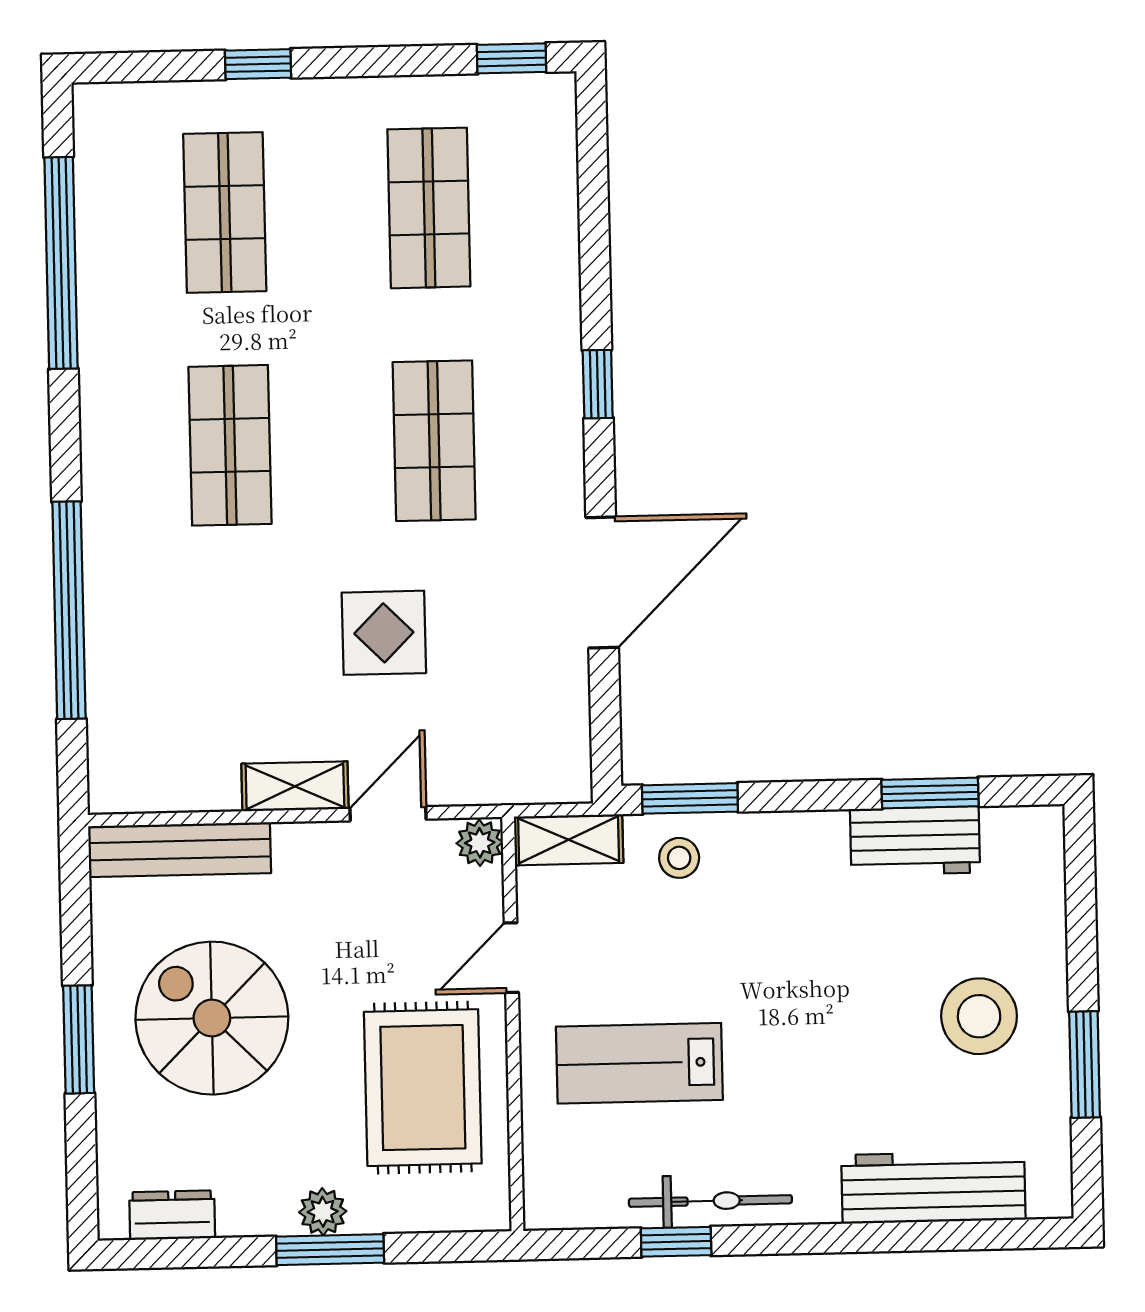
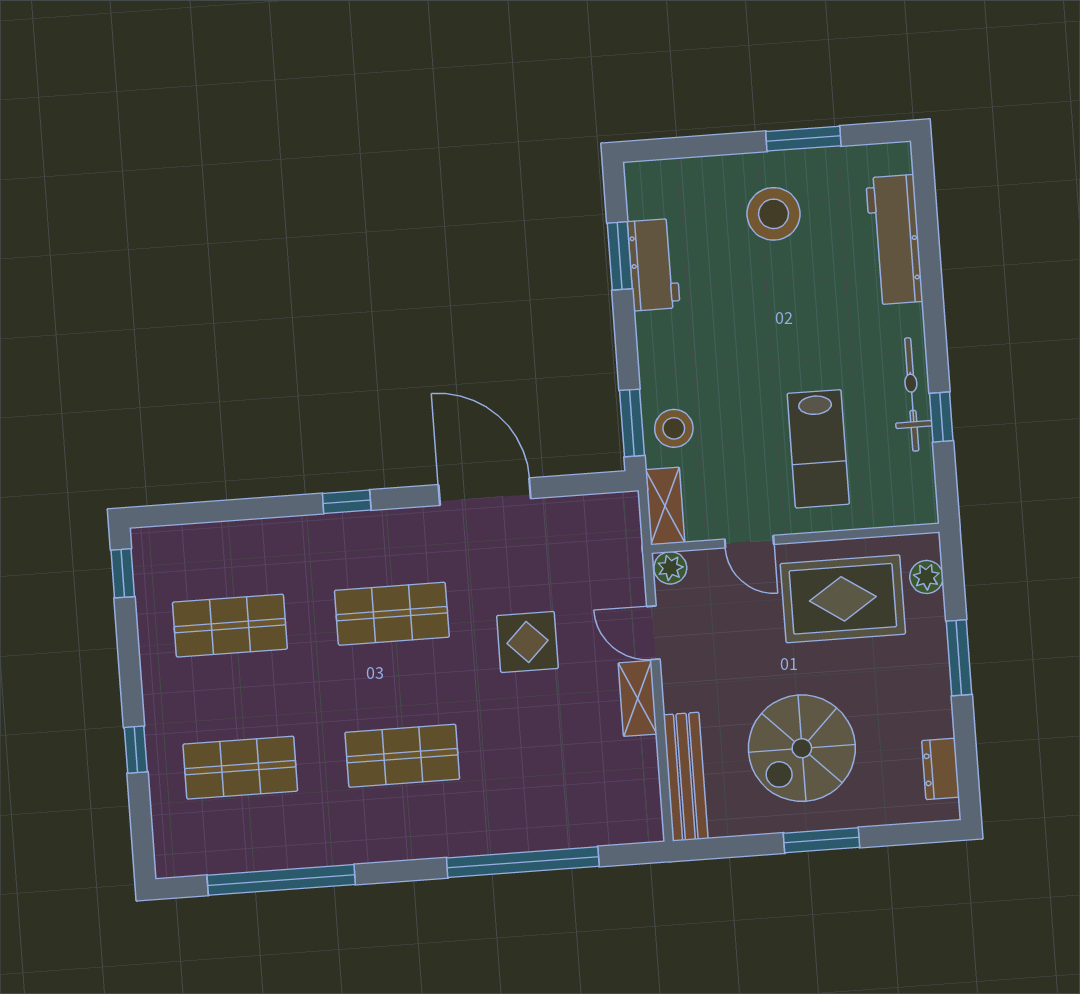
stool: (679, 858) -> (674, 428), width x1.37, depth x1.37
plant: (323, 1212) -> (926, 577), moved

